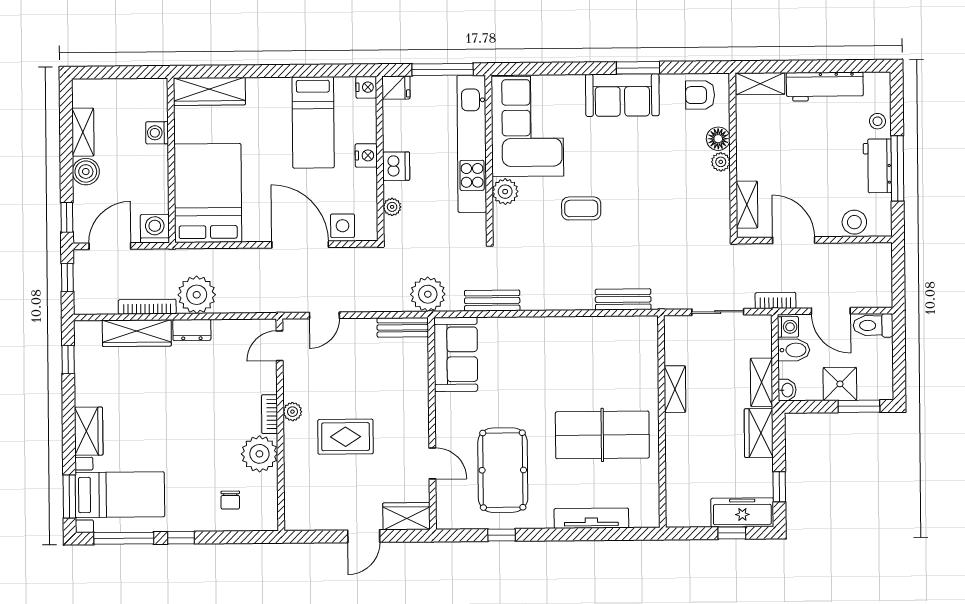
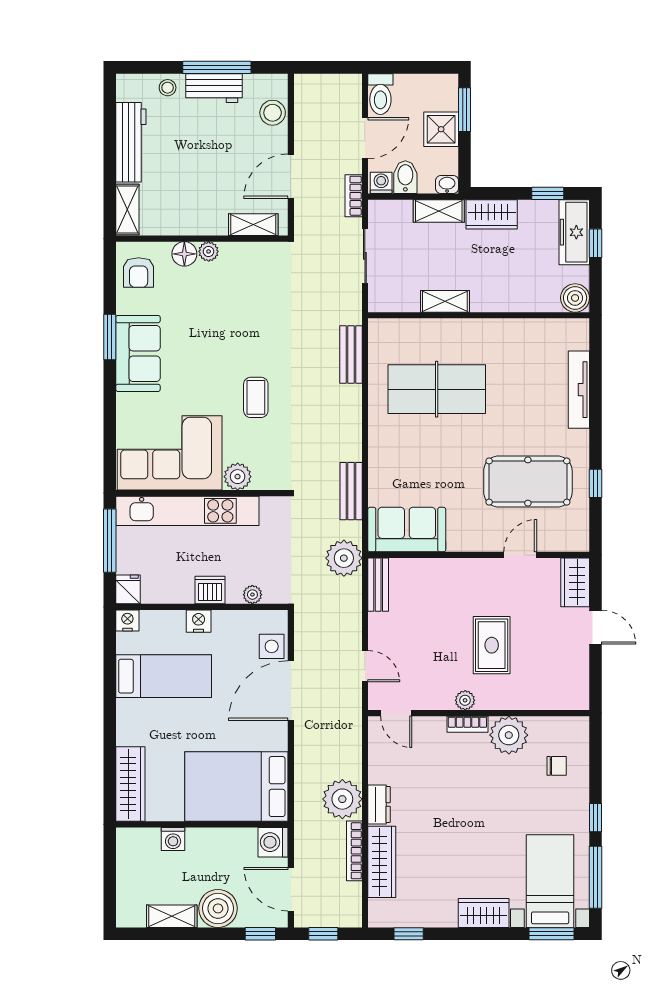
boiler: (86, 172) -> (218, 908), width x1.37, depth x1.37
table tennis table: (602, 435) -> (437, 389), moved, turned 90
boiler: (679, 514) -> (575, 298), added

